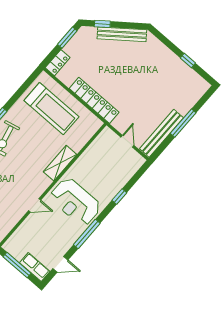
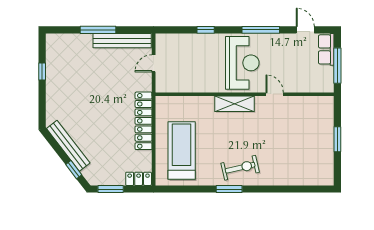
shelving: (60, 163) -> (234, 104), moved

